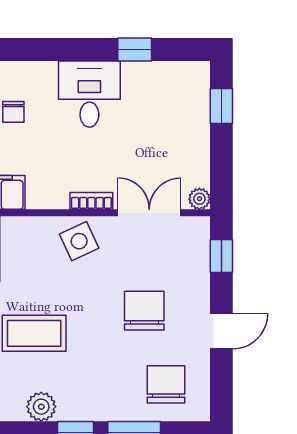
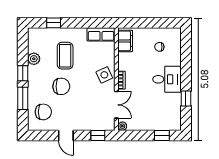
chair: (144, 311) -> (61, 86), moved

